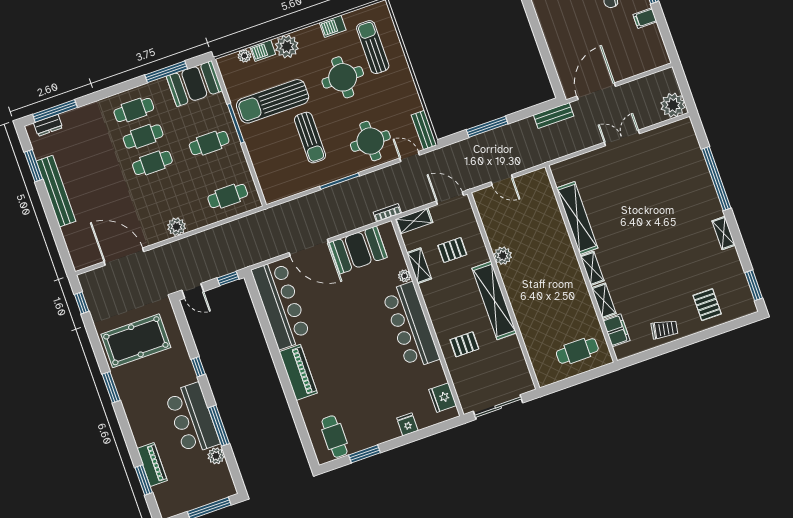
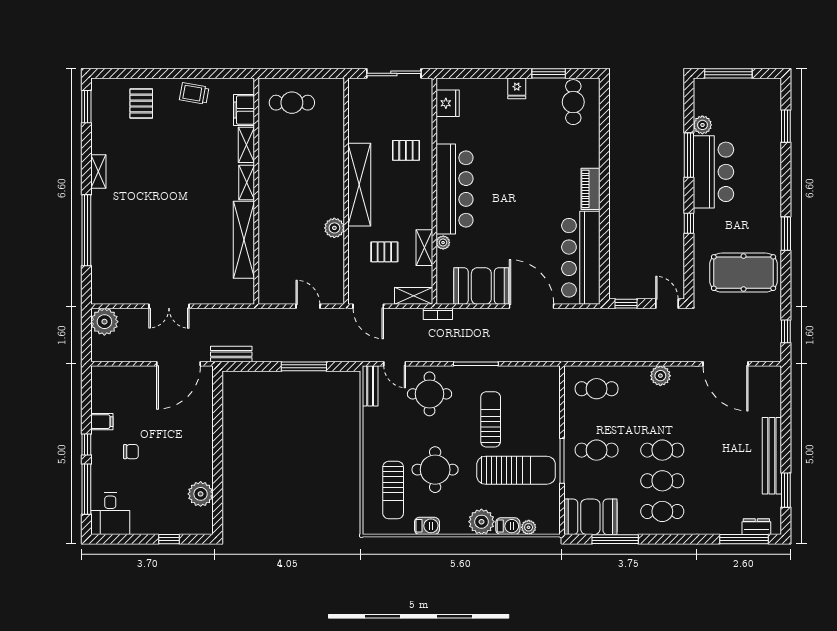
piano: (298, 372) -> (590, 189), width x0.73, depth x0.75
fridge: (407, 424) -> (517, 88), moved
piano: (152, 465) -> (772, 139), removed

